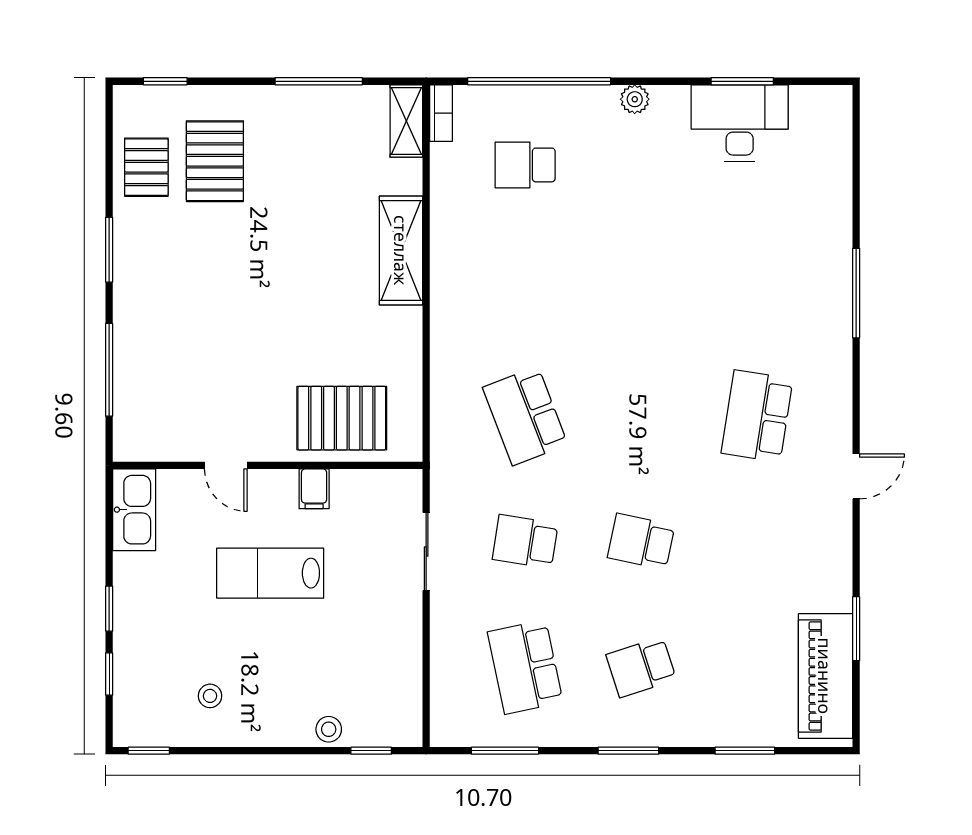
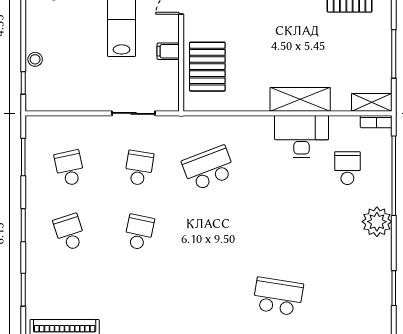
plant: (635, 99) -> (377, 222), width x1.87, depth x1.87
desk: (740, 123) -> (301, 136), moved, turned -90
school desk: (757, 416) -> (278, 296), moved
school desk: (525, 667) -> (70, 168), width x0.54

